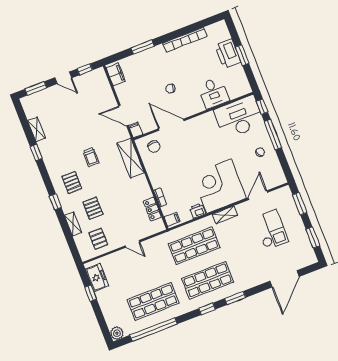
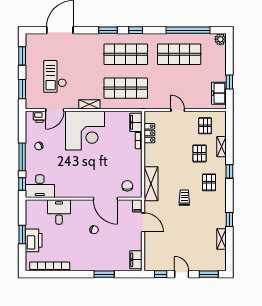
bookcase: (185, 40) -> (50, 266), moved
desk: (239, 117) -> (40, 186), width x0.73, depth x0.77
printer: (198, 211) -> (39, 117), moved
filing cabinet: (172, 219) -> (136, 122), width x2.00

